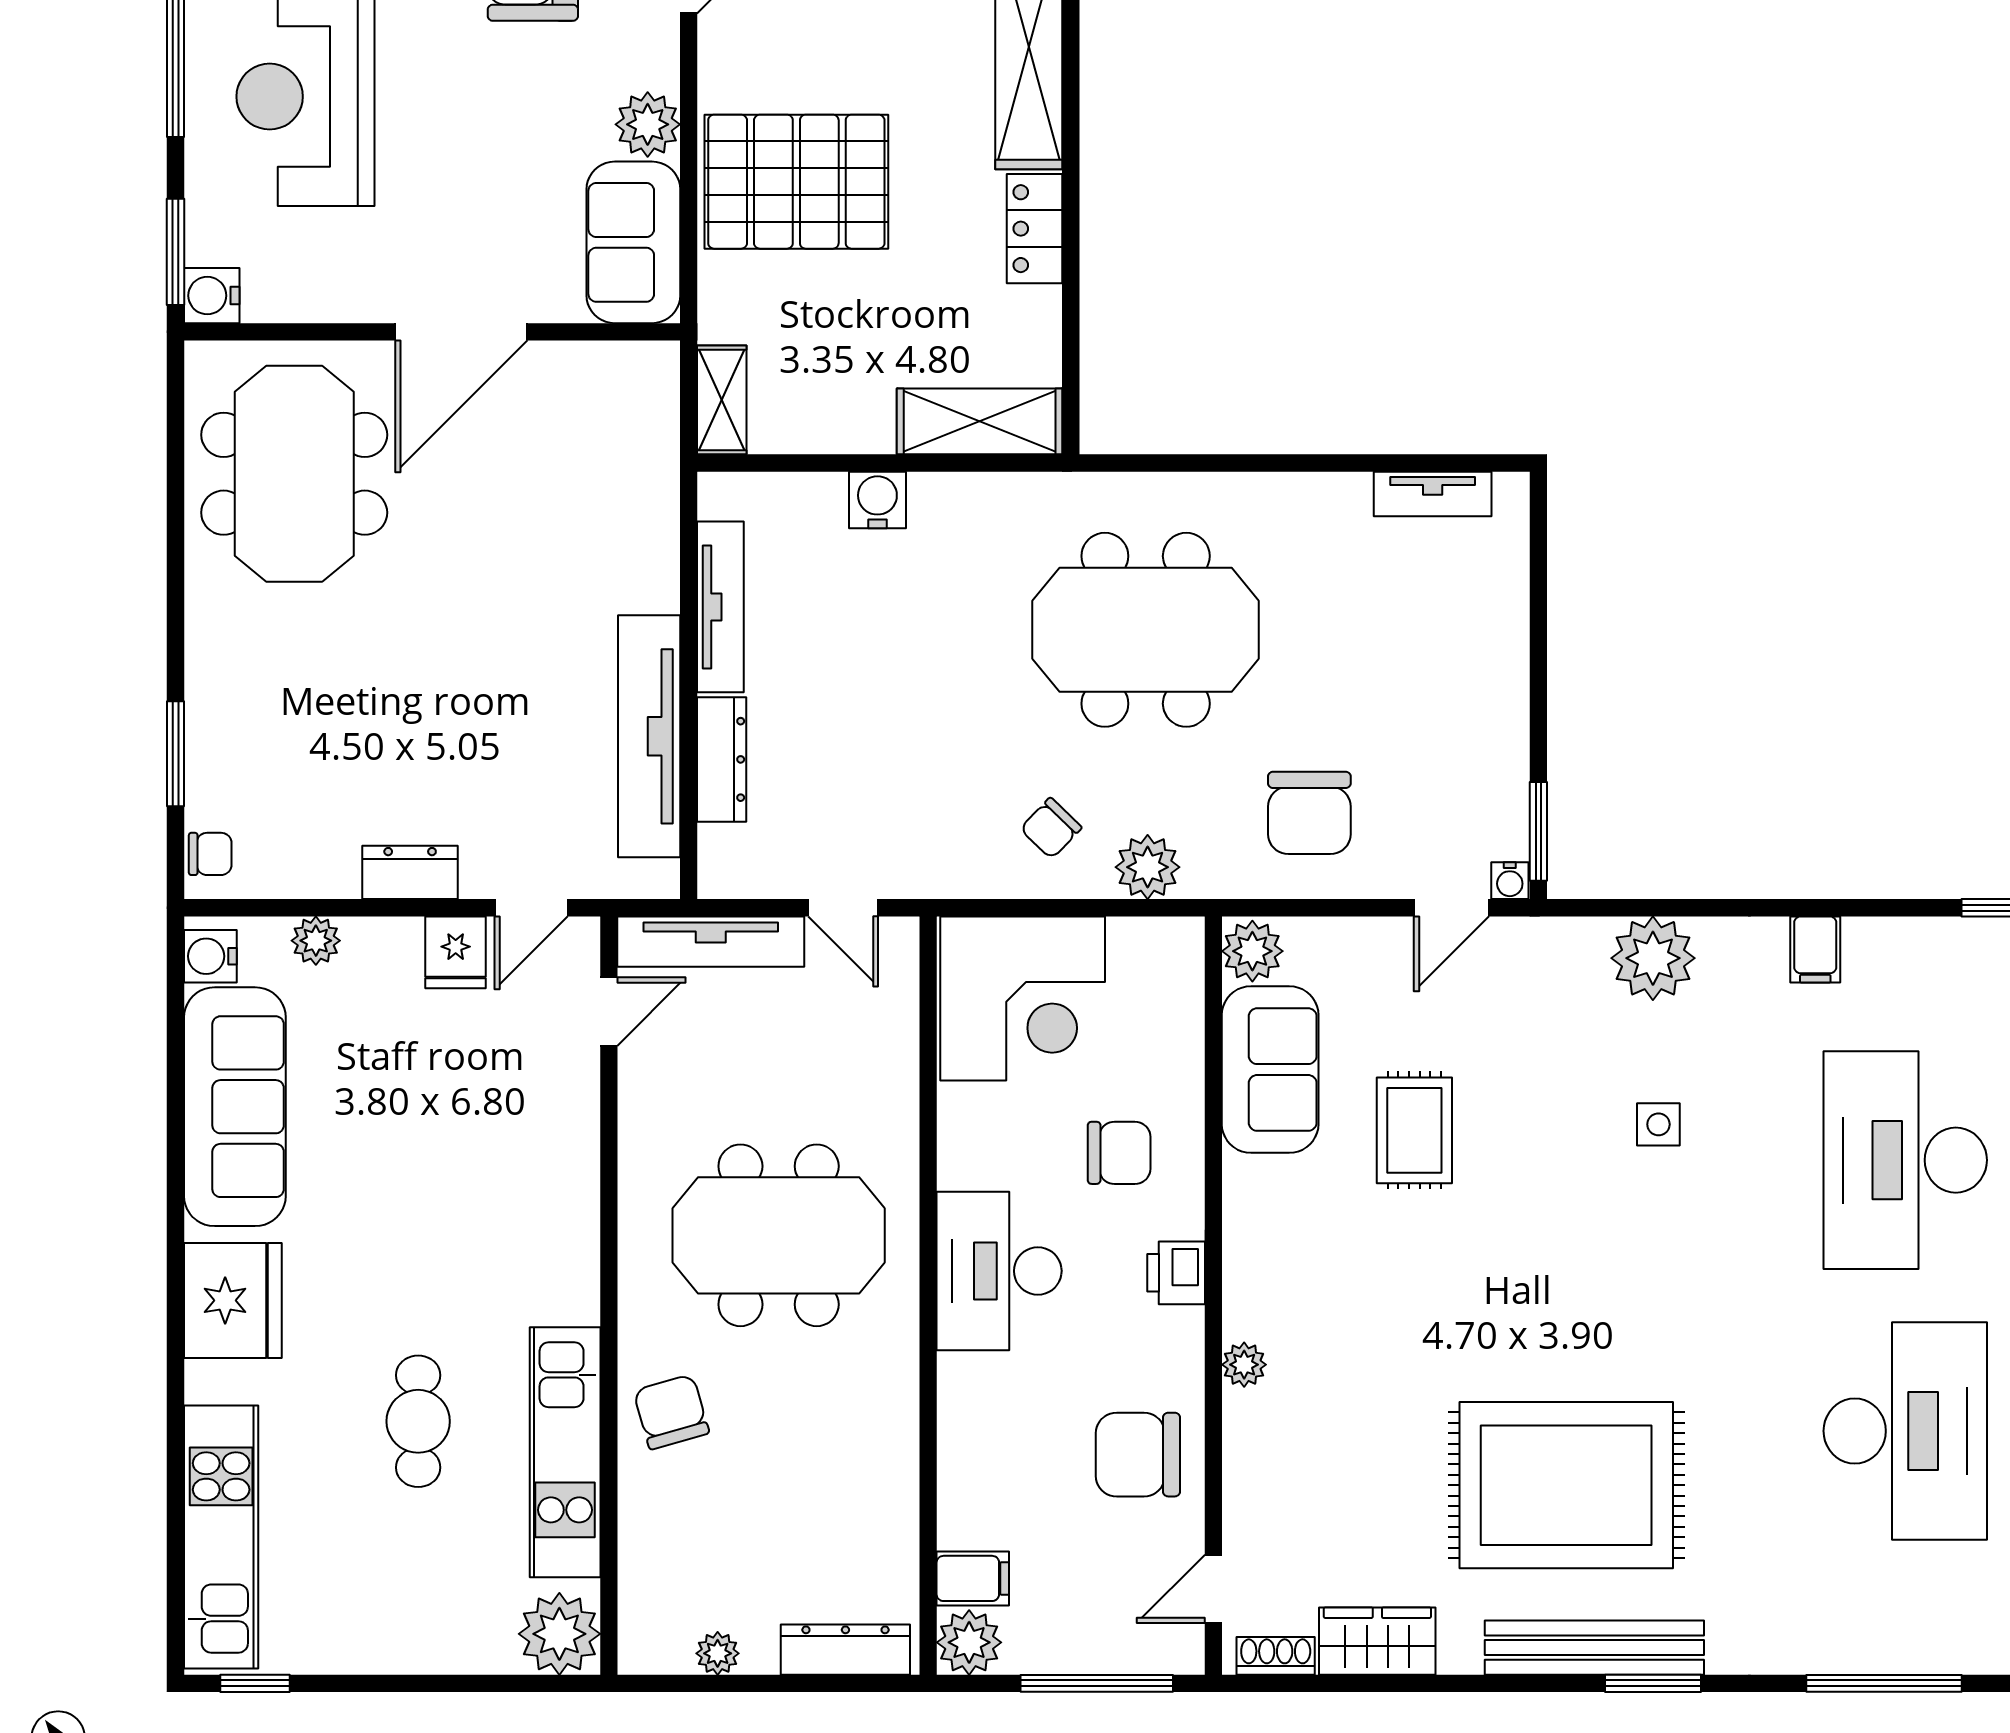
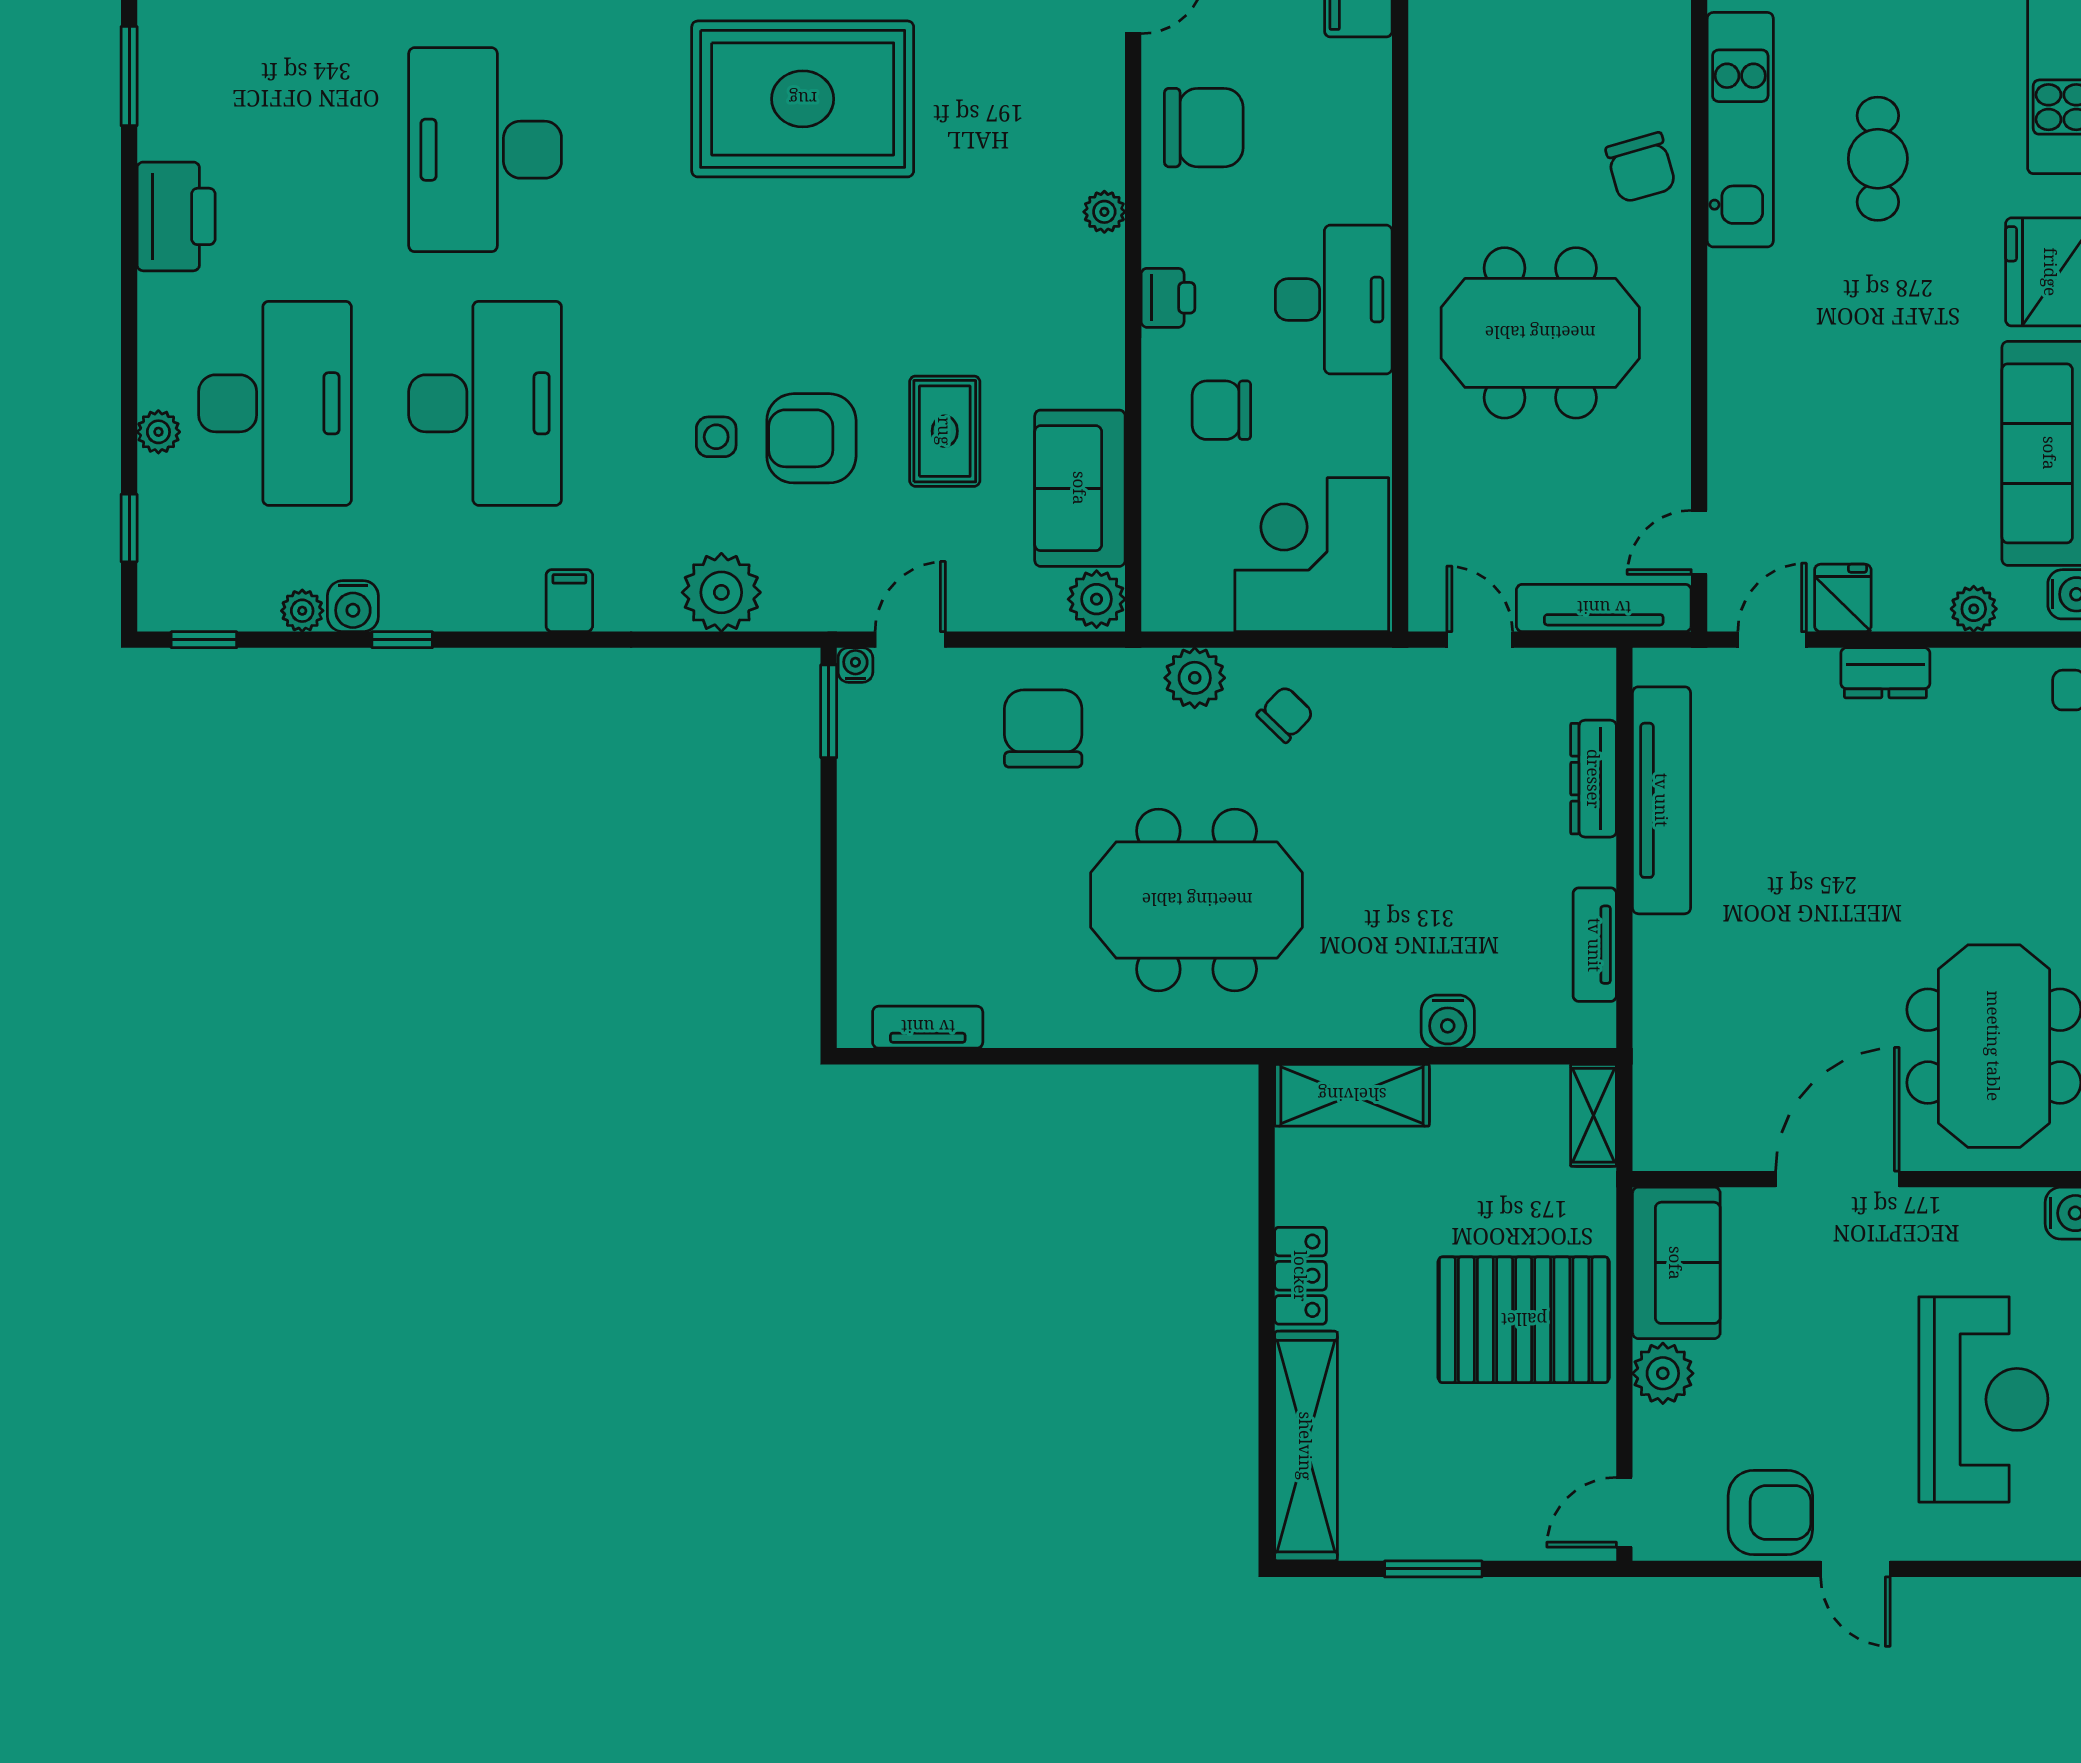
tv unit: (720, 607) -> (1595, 945), width x0.71
armchair: (1557, 1123) -> (811, 438), added

